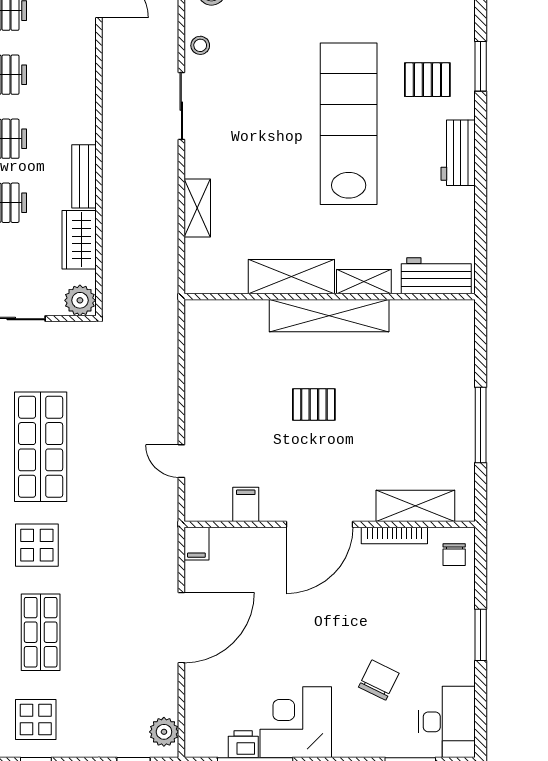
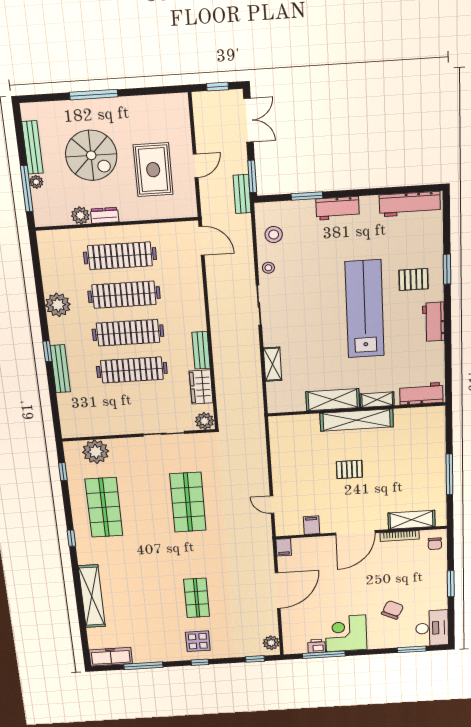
display table: (37, 545) -> (190, 554), removed

